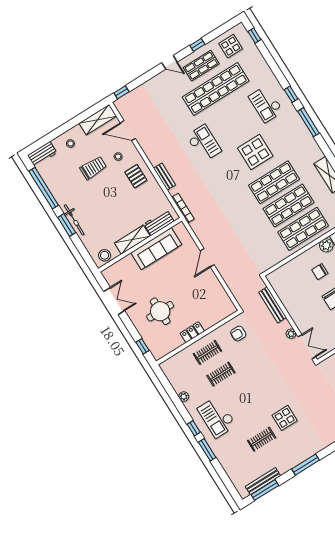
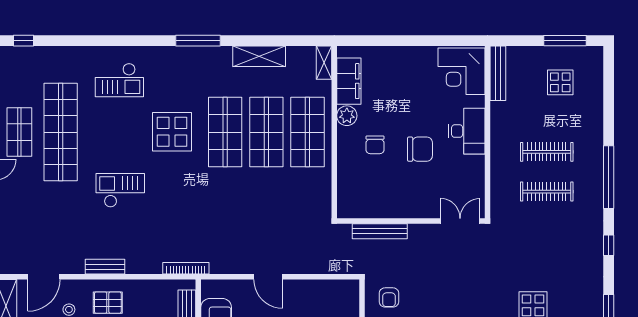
display table: (231, 46) -> (18, 79), removed
window: (291, 94) -> (127, 41), removed
window: (309, 122) -> (198, 41), moved
bench: (164, 177) -> (105, 267), moved
plant: (291, 334) -> (431, 231), removed

